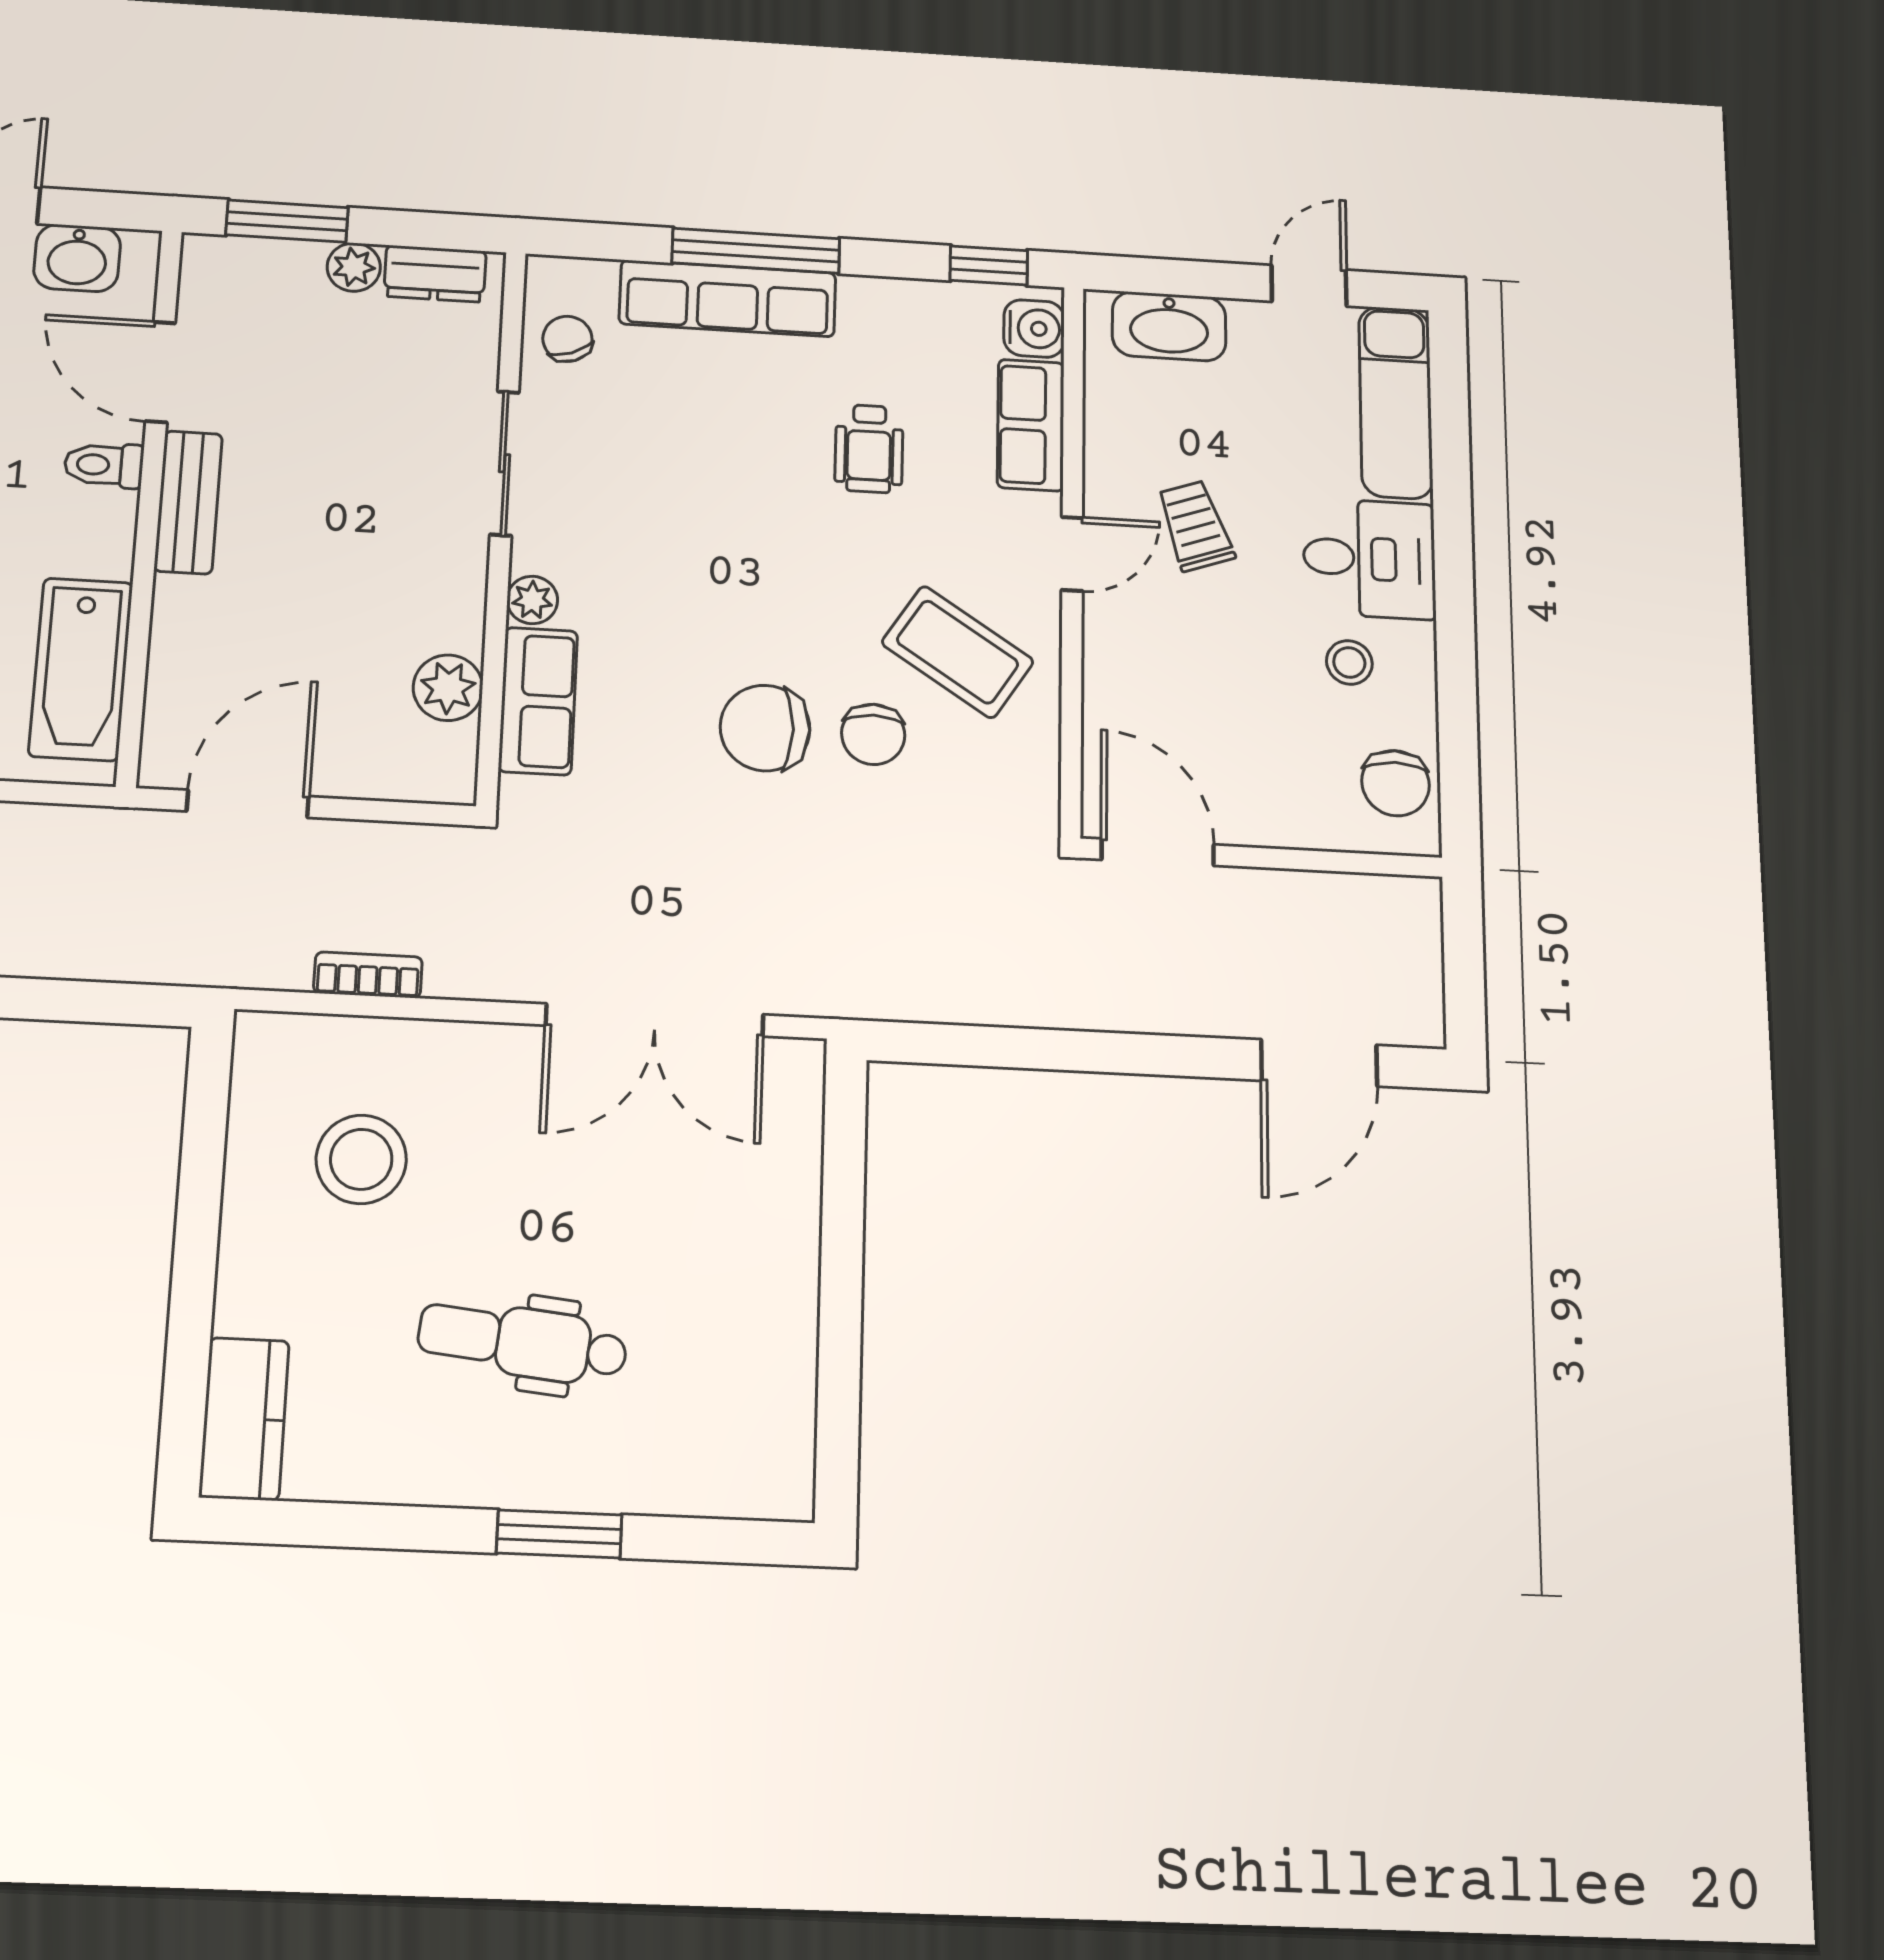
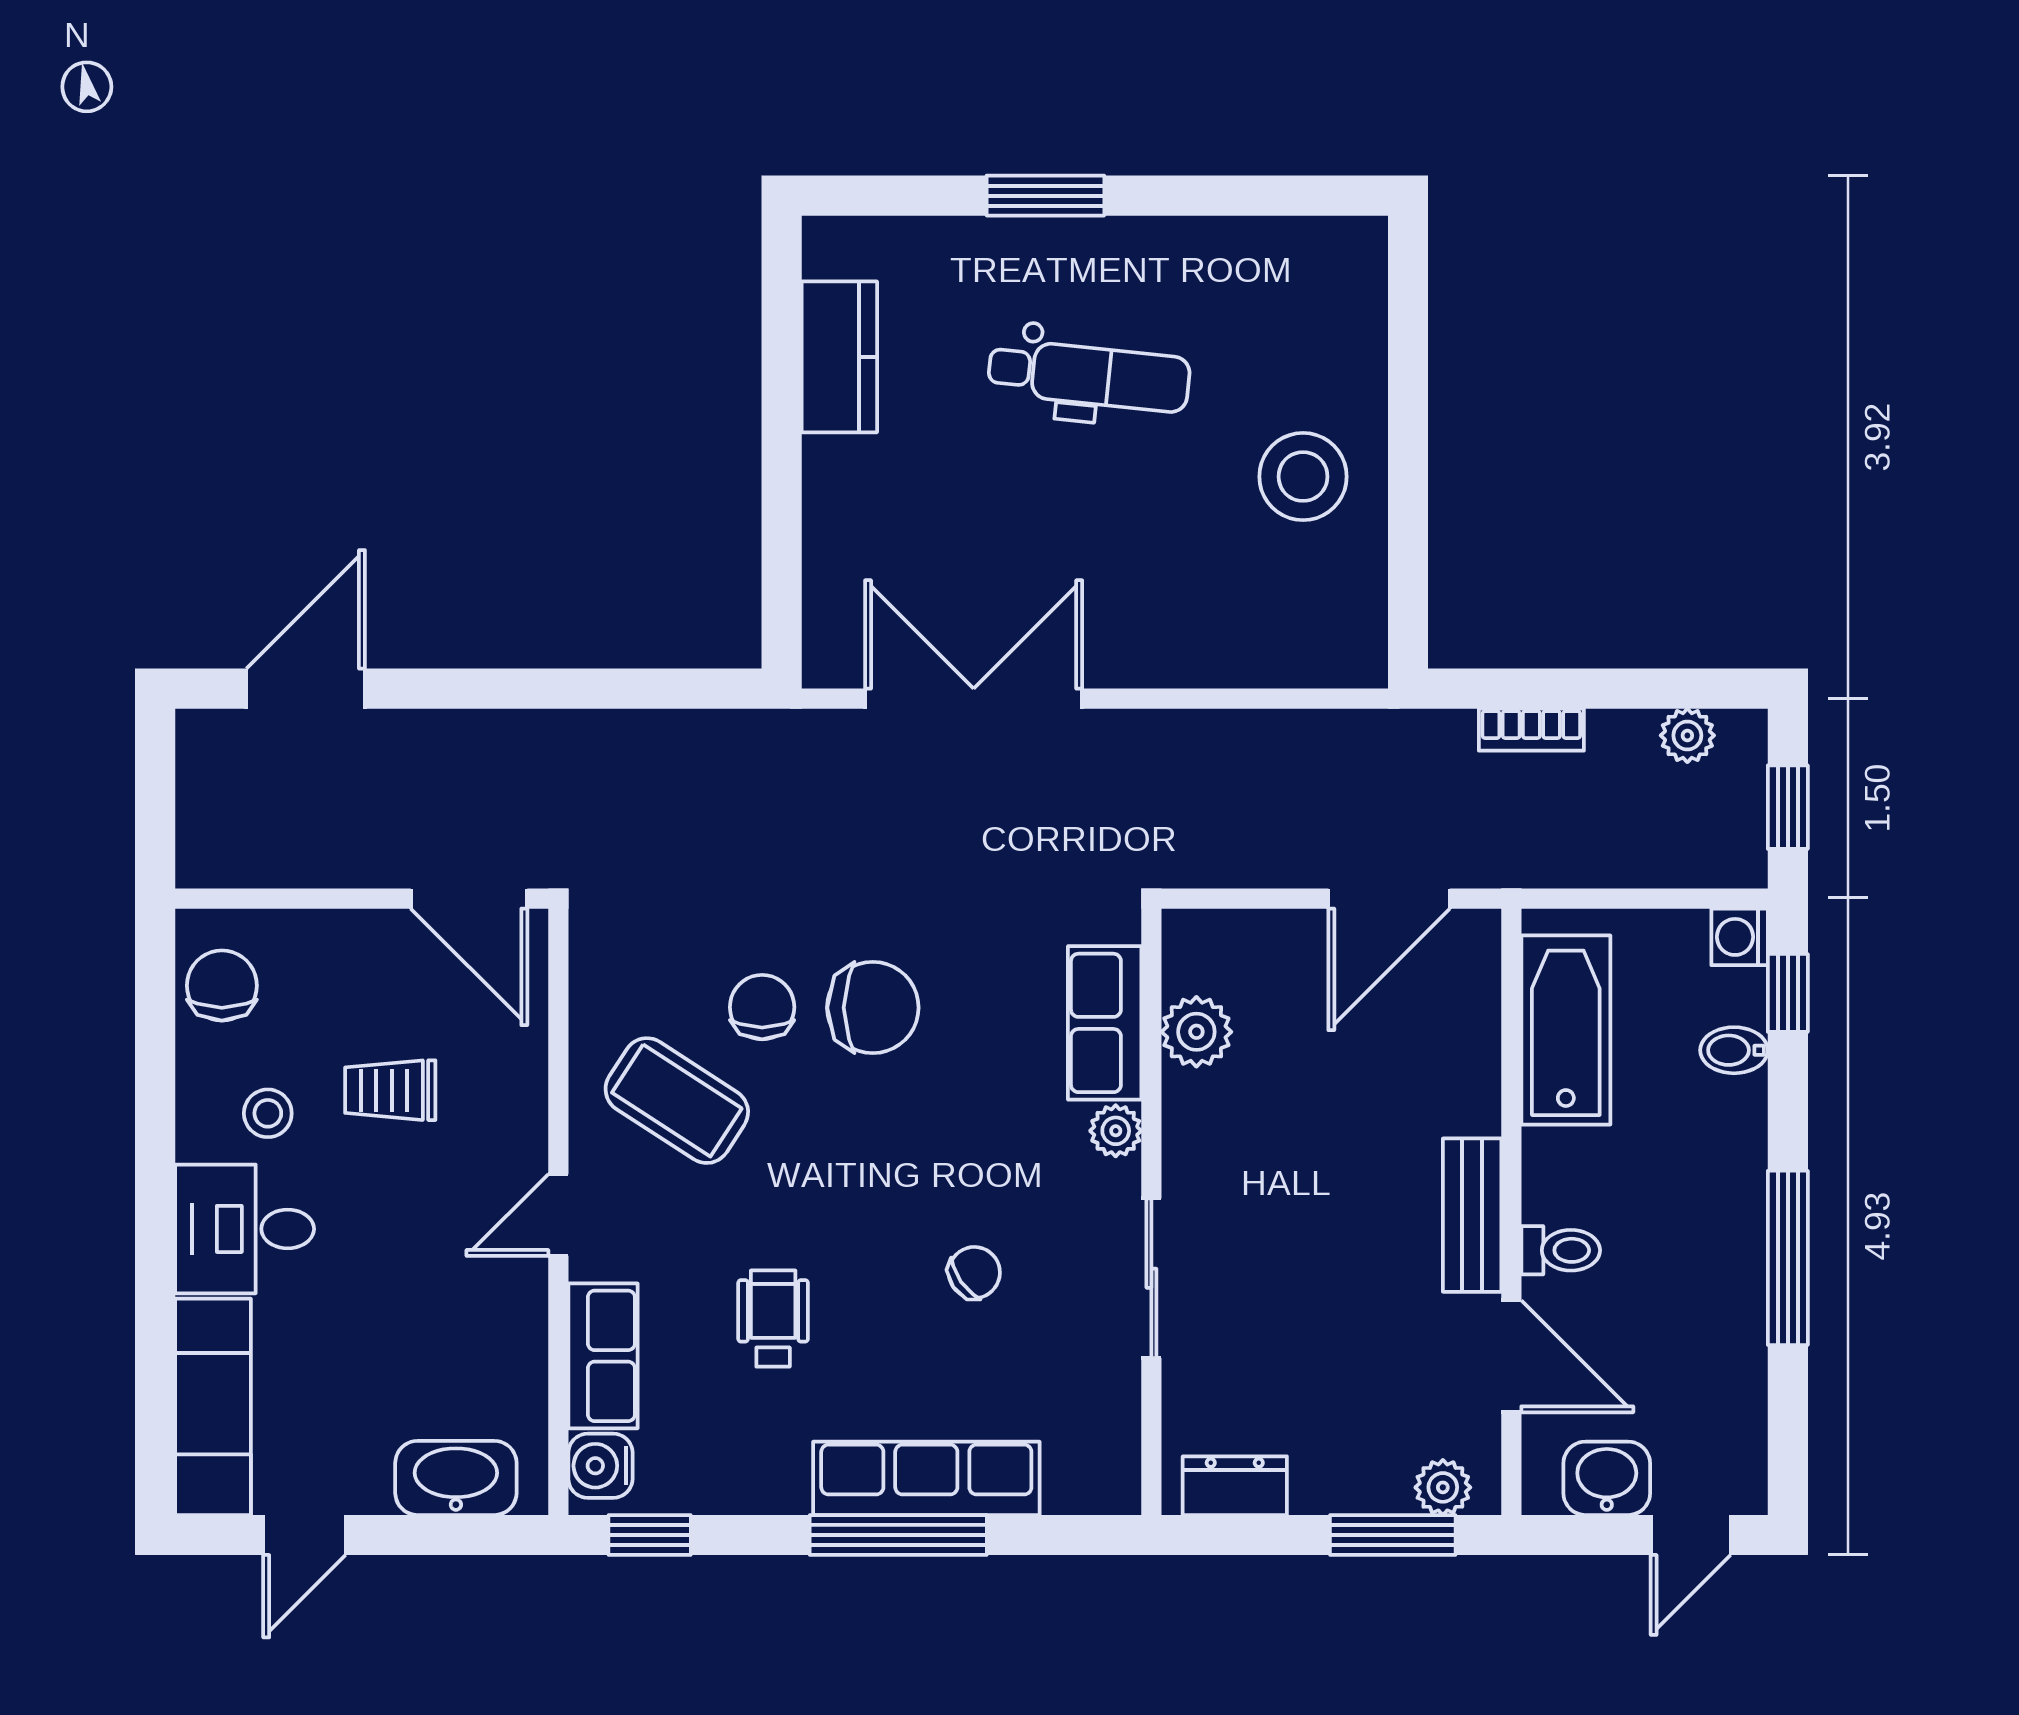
plant: (354, 267) -> (1443, 1487), moved
chair: (567, 339) -> (974, 1273), moved, turned -105
trolley: (1195, 526) -> (390, 1090), moved, turned 109
bookcase: (368, 975) -> (1531, 730), moved
stool: (361, 1159) -> (1303, 477), moved
kitchen counter: (244, 1419) -> (839, 357), moved, turned 180

